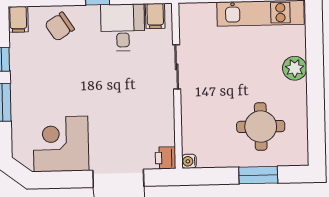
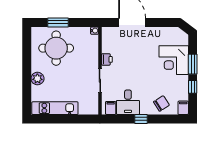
round table: (261, 127) -> (56, 48), width x1.36, depth x1.36
corner desk: (61, 144) -> (174, 60), moved, turned 90
printer: (165, 158) -> (107, 59), moved

